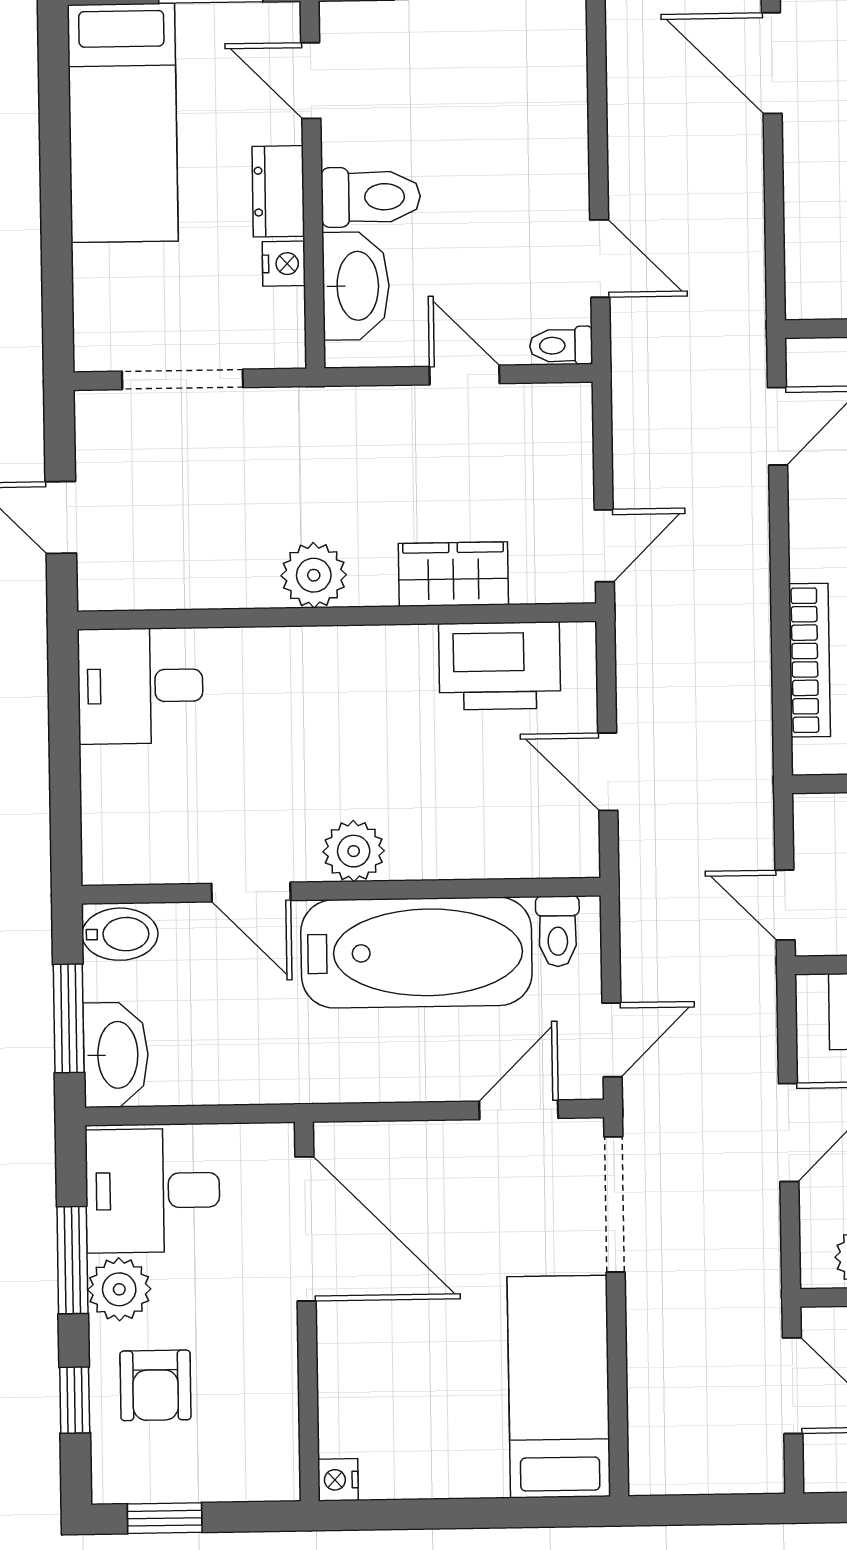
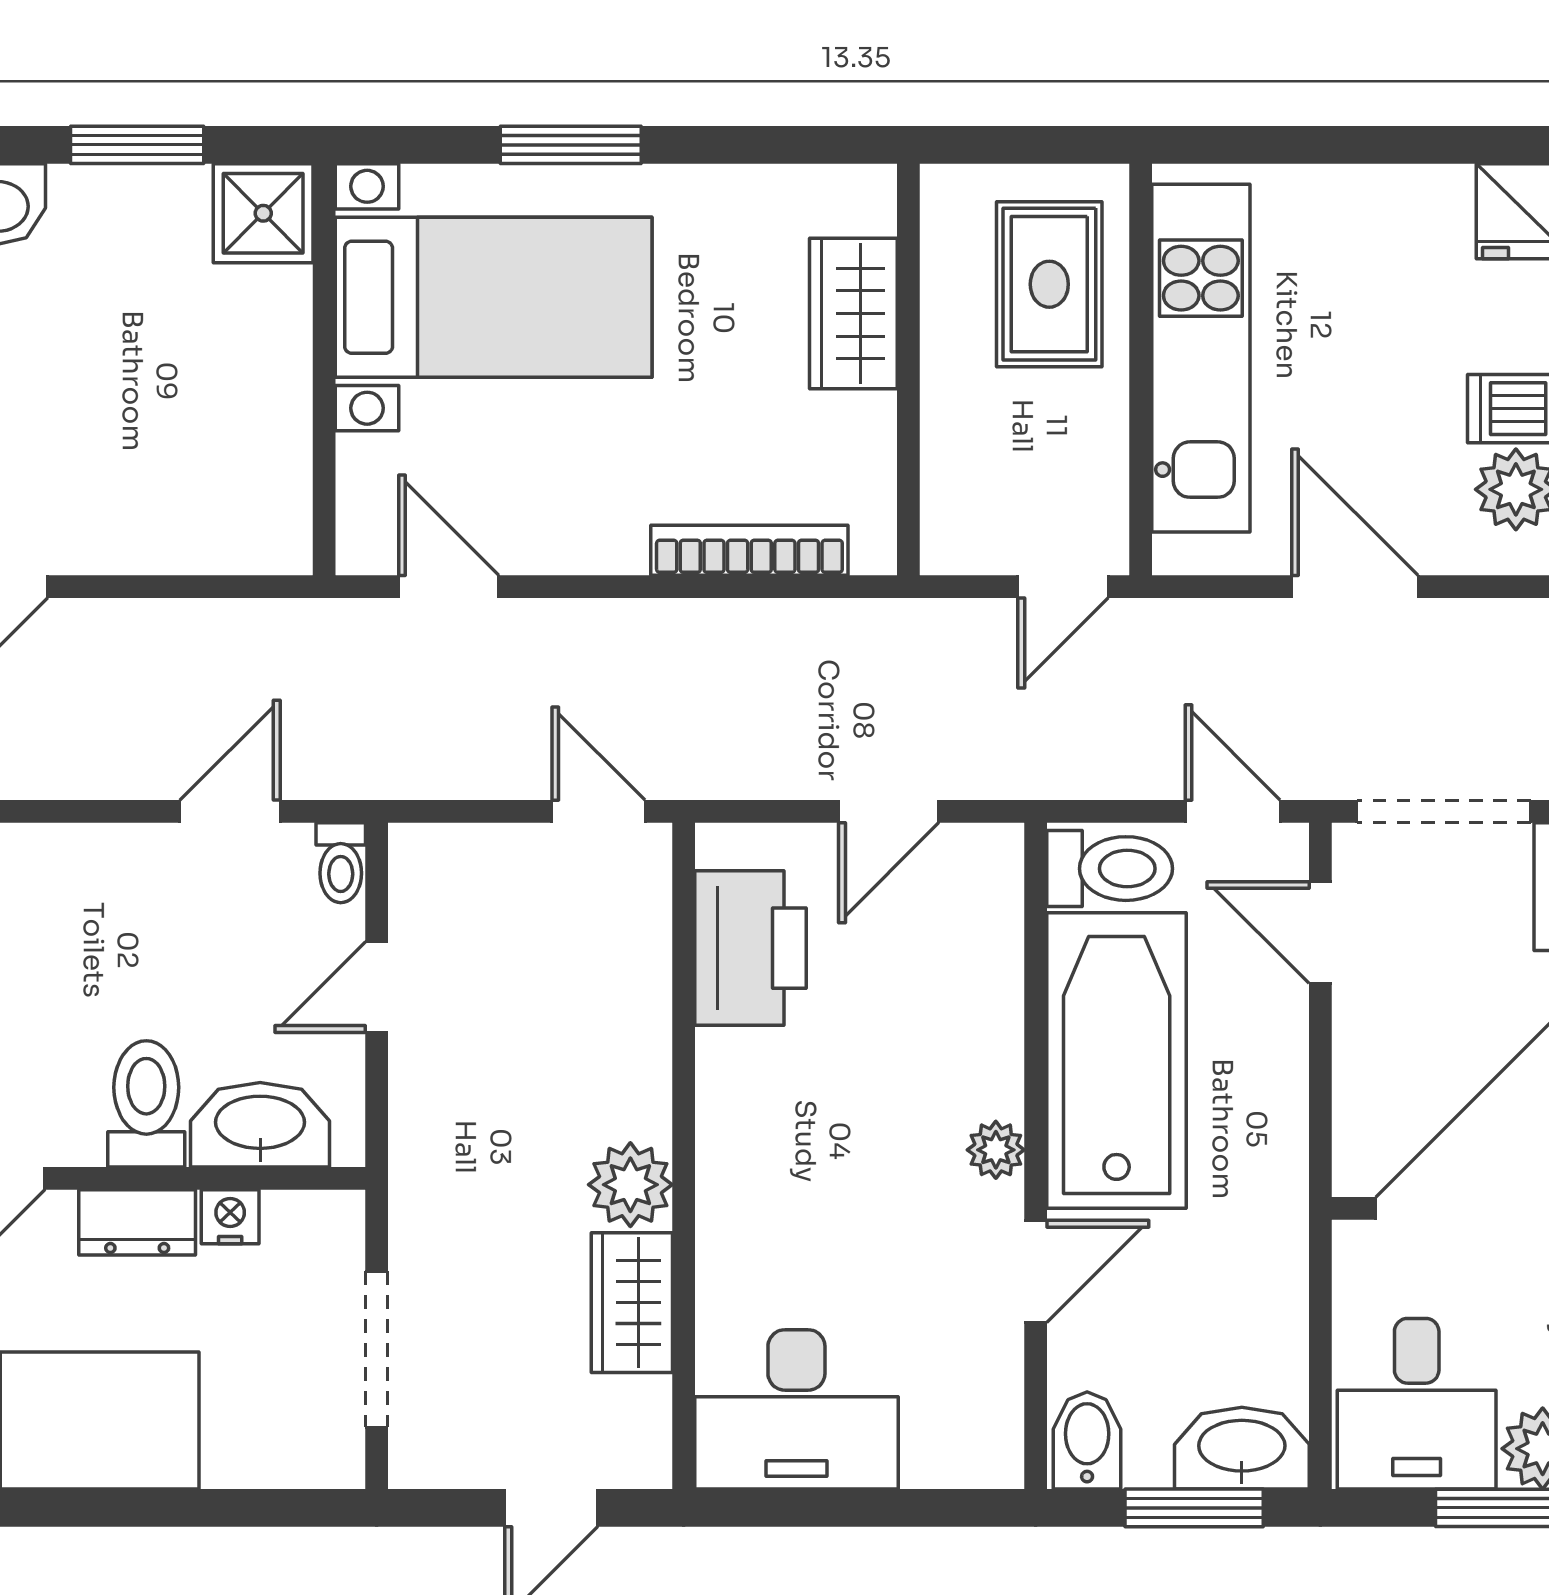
wardrobe: (453, 574) -> (632, 1303), moved
desk: (140, 686) -> (796, 1409), width x1.37
plant: (354, 851) -> (996, 1150), width x0.73, depth x0.73
toilet: (558, 931) -> (1110, 869), width x1.37, depth x1.39

